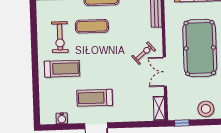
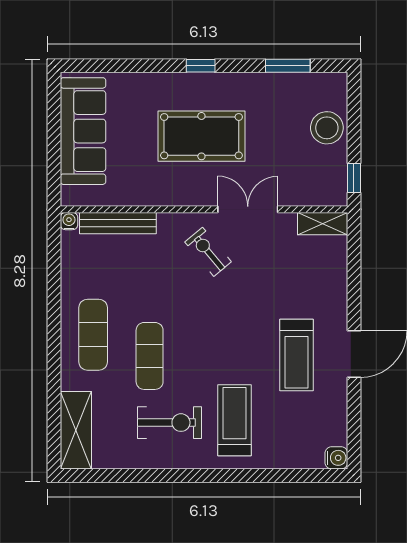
pool table: (200, 48) -> (201, 136), width x0.73, depth x0.76
double door: (165, 72) -> (248, 209), swing flipped
water cooler: (62, 118) -> (336, 458), moved

